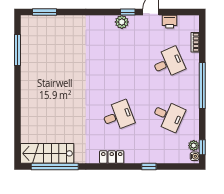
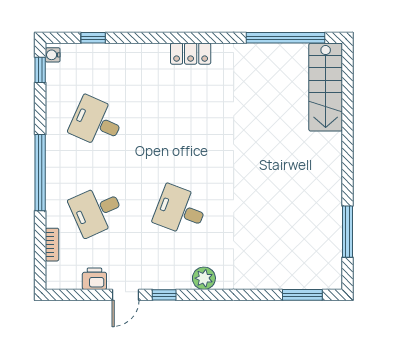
plant: (122, 22) -> (204, 278), moved
desk: (118, 116) -> (180, 210), moved, turned 42
plant: (194, 146) -> (54, 73), removed
stairs: (47, 153) -> (326, 87), moved, turned 90
window: (149, 167) -> (93, 38), moved

